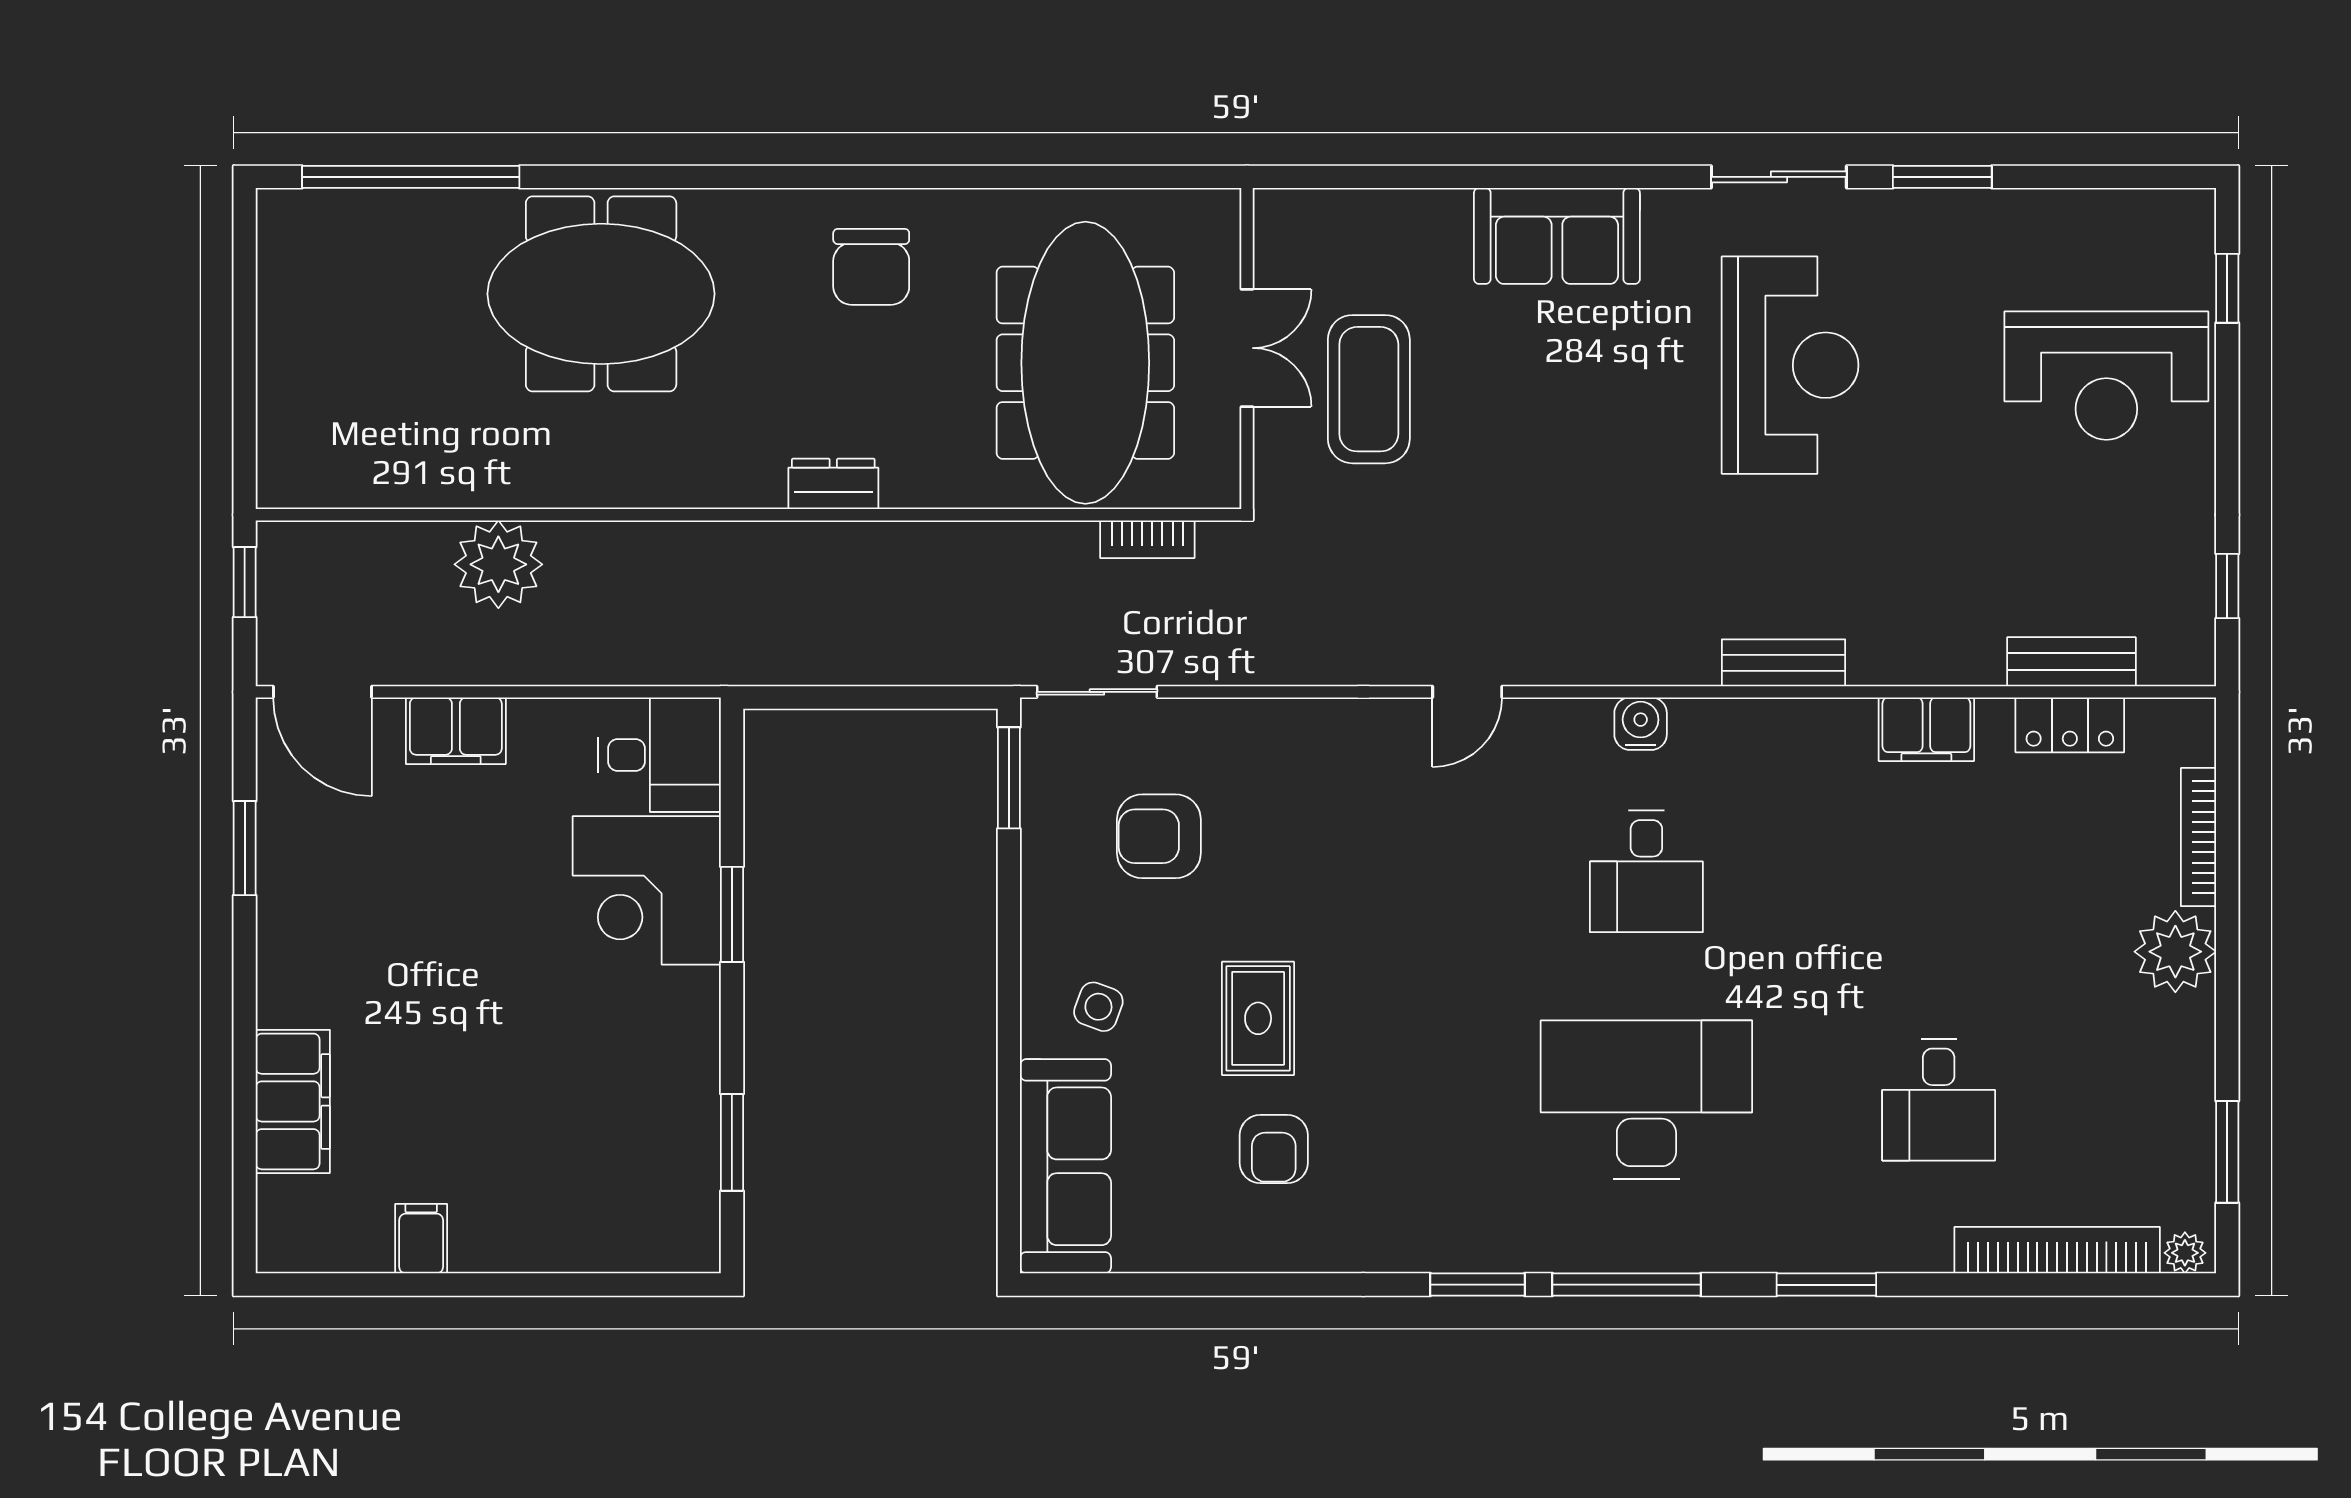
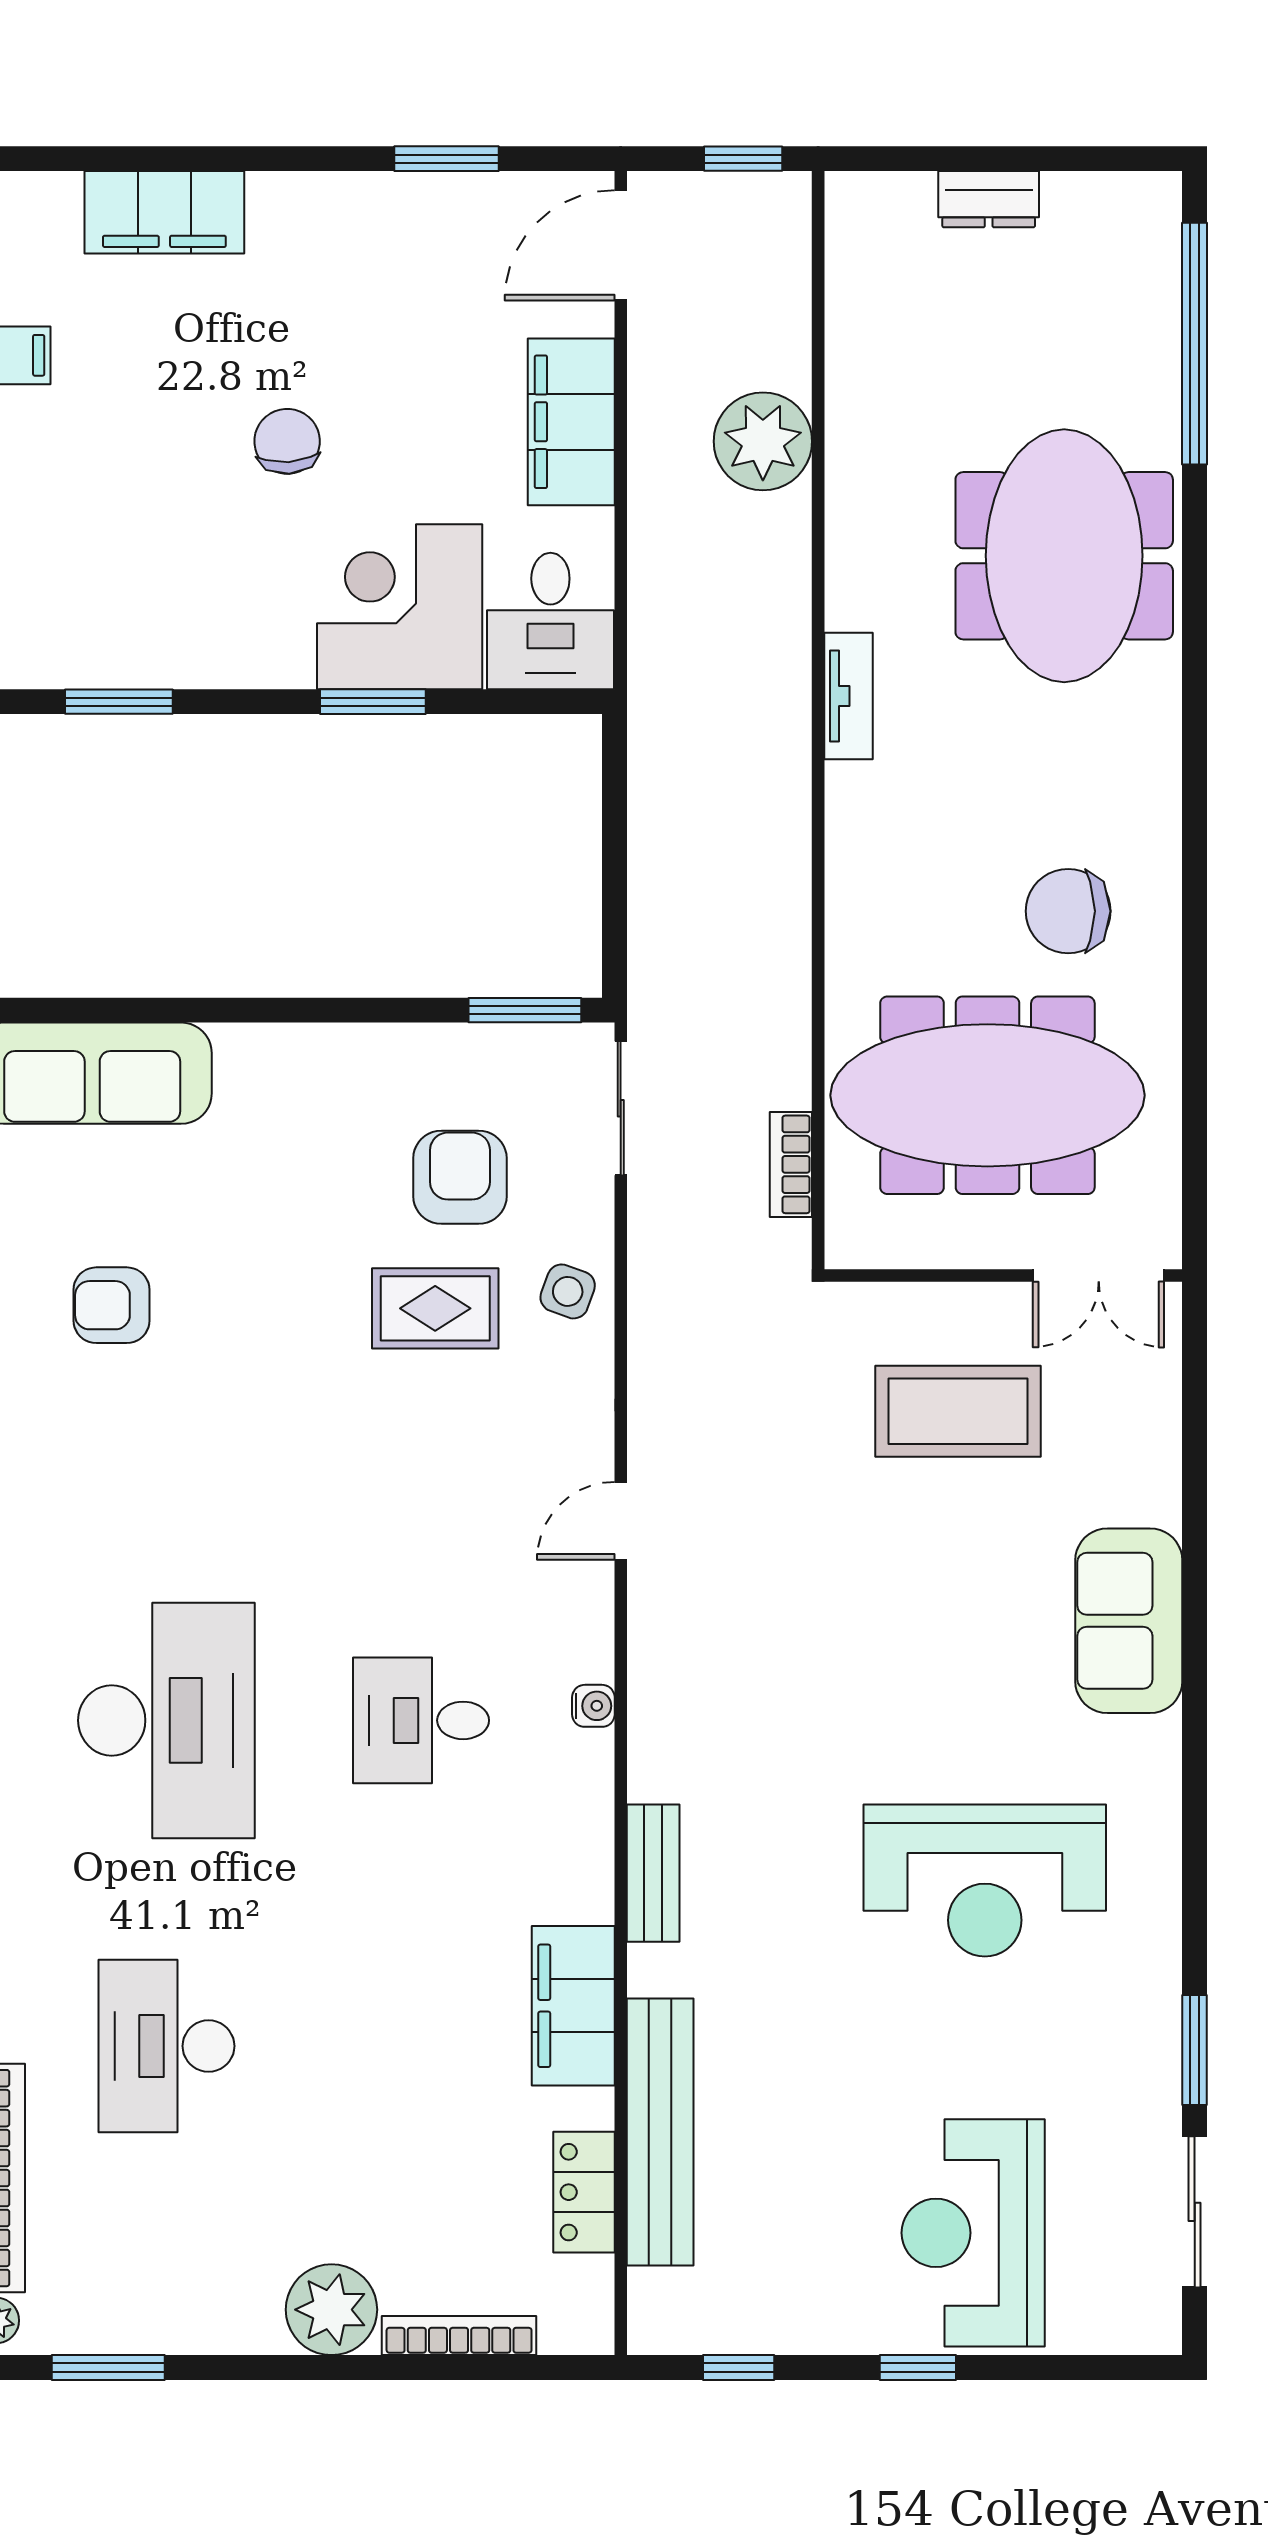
sliding door: (1779, 177) -> (1195, 2212), moved
chair: (871, 267) -> (1068, 911), moved
window: (2227, 288) -> (918, 2368), moved
double door: (1247, 348) -> (1099, 1275), moved
dresser: (833, 484) -> (989, 199), moved, turned 90
tv unit: (727, 487) -> (849, 696), added
bench: (2071, 662) -> (660, 2132), width x1.86, depth x1.21
door: (1467, 692) -> (621, 1521), hinge flipped
water cooler: (1641, 724) -> (593, 1706), width x0.72, depth x0.72
filing cabinet: (1926, 729) -> (573, 2006), width x1.50, depth x1.17
filing cabinet: (456, 731) -> (571, 422), width x1.50, depth x1.17
chair: (498, 991) -> (287, 441), added
side table: (1098, 1007) -> (568, 1291), moved
rug: (1258, 1018) -> (435, 1308), moved
desk: (1939, 1100) -> (166, 2046), width x1.37

